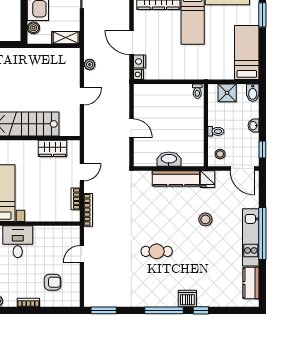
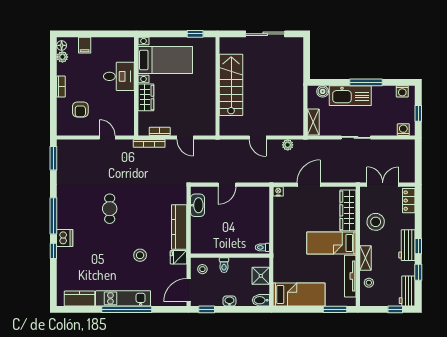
nightstand: (140, 62) -> (291, 192), removed
wardrobe: (52, 148) -> (146, 97), moved, turned 180
washbasin: (169, 159) -> (197, 205), moved

